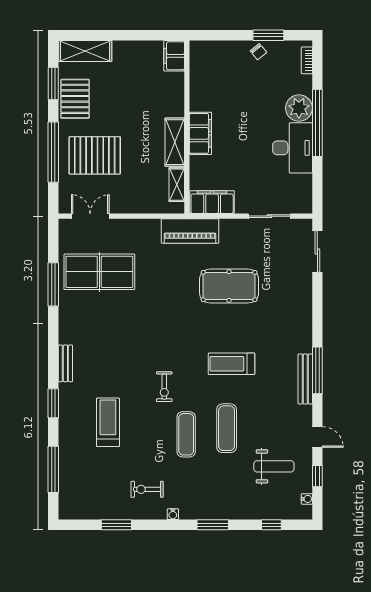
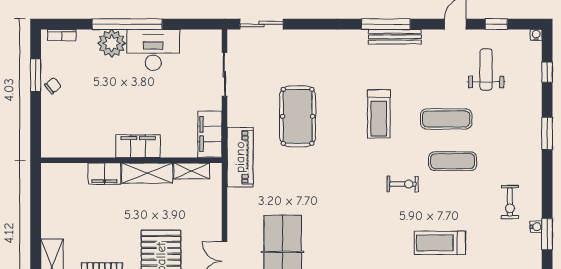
filing cabinet: (174, 56) -> (104, 174), moved
water cooler: (307, 499) -> (536, 35), moved
water cooler: (173, 514) -> (536, 227), moved

